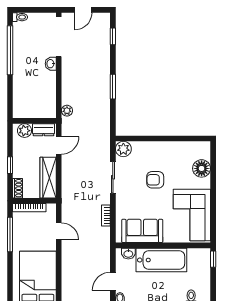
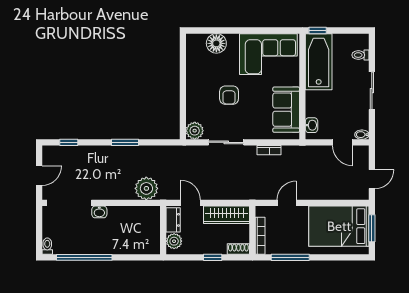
door: (83, 10) -> (39, 176), hinge flipped
plant: (67, 111) -> (146, 188), width x1.88, depth x1.88
bathtub: (161, 260) -> (319, 62), moved

